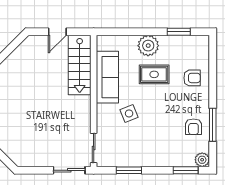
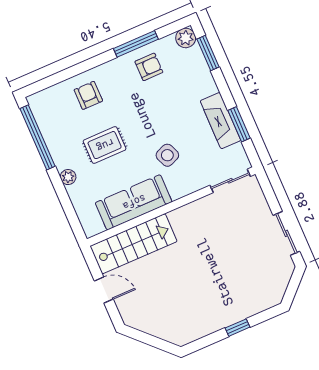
window: (179, 32) -> (37, 137), width x2.11
plant: (148, 46) -> (68, 177), width x0.53, depth x0.53
rug: (154, 74) -> (105, 145), turned 90
fireplace: (137, 159) -> (220, 121), added
sliding door: (69, 170) -> (286, 233), moved

